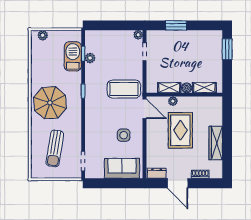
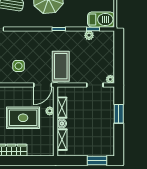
barbecue: (73, 56) -> (101, 20), moved

